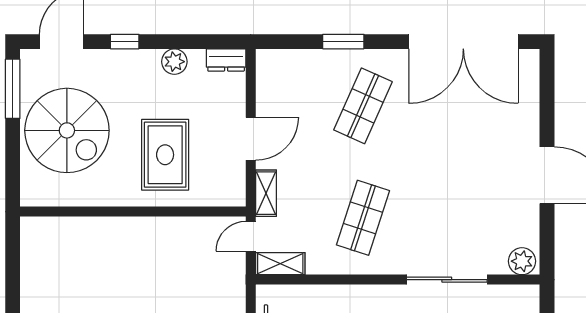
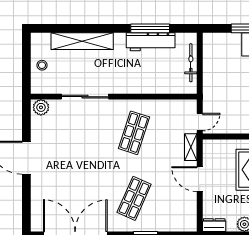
door: (251, 139) -> (200, 179), hinge flipped
shelving: (280, 264) -> (182, 106), removed

